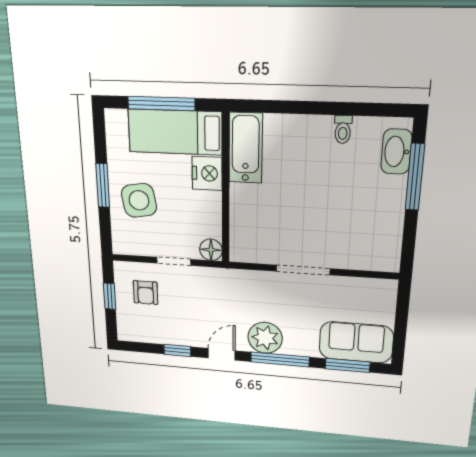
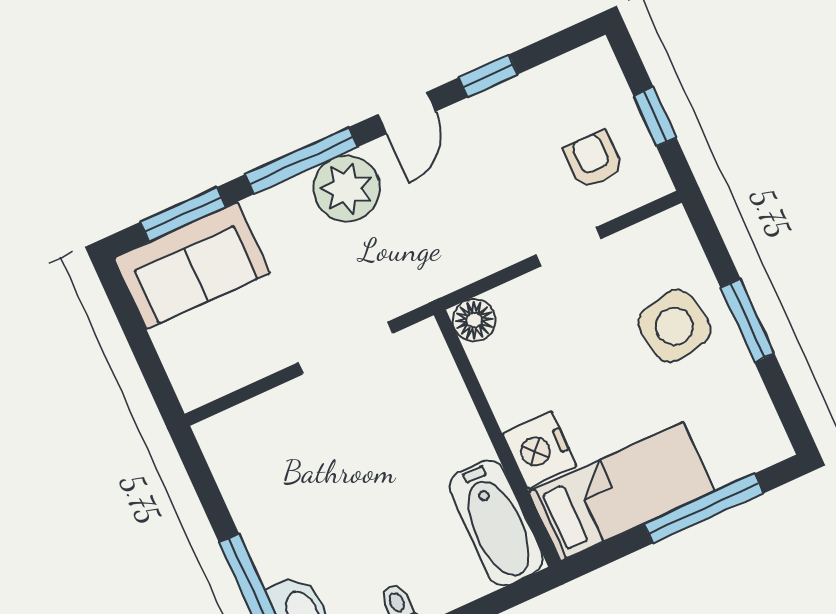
bed: (175, 132) -> (622, 492), moved
bathtub: (246, 148) -> (496, 523), moved
nightstand: (207, 173) -> (539, 450), moved
wall: (226, 189) -> (497, 438), moved
floor lamp: (211, 250) -> (474, 320), moved

